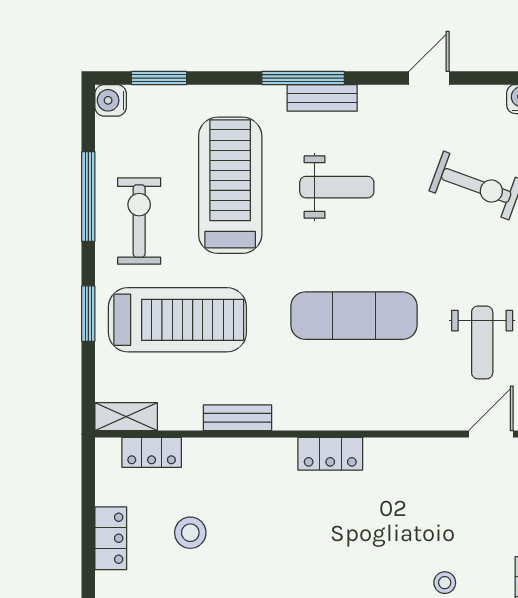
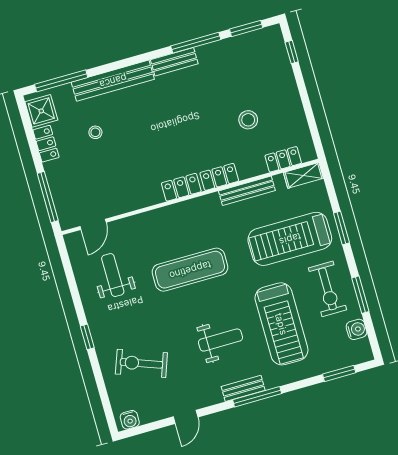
water cooler: (111, 100) -> (356, 329), moved
weight bench: (337, 187) -> (220, 340), turned 180
window: (88, 196) -> (360, 295), width x0.69
bench: (237, 418) -> (247, 191), width x1.36
locker: (111, 538) -> (219, 177), moved, turned 90

